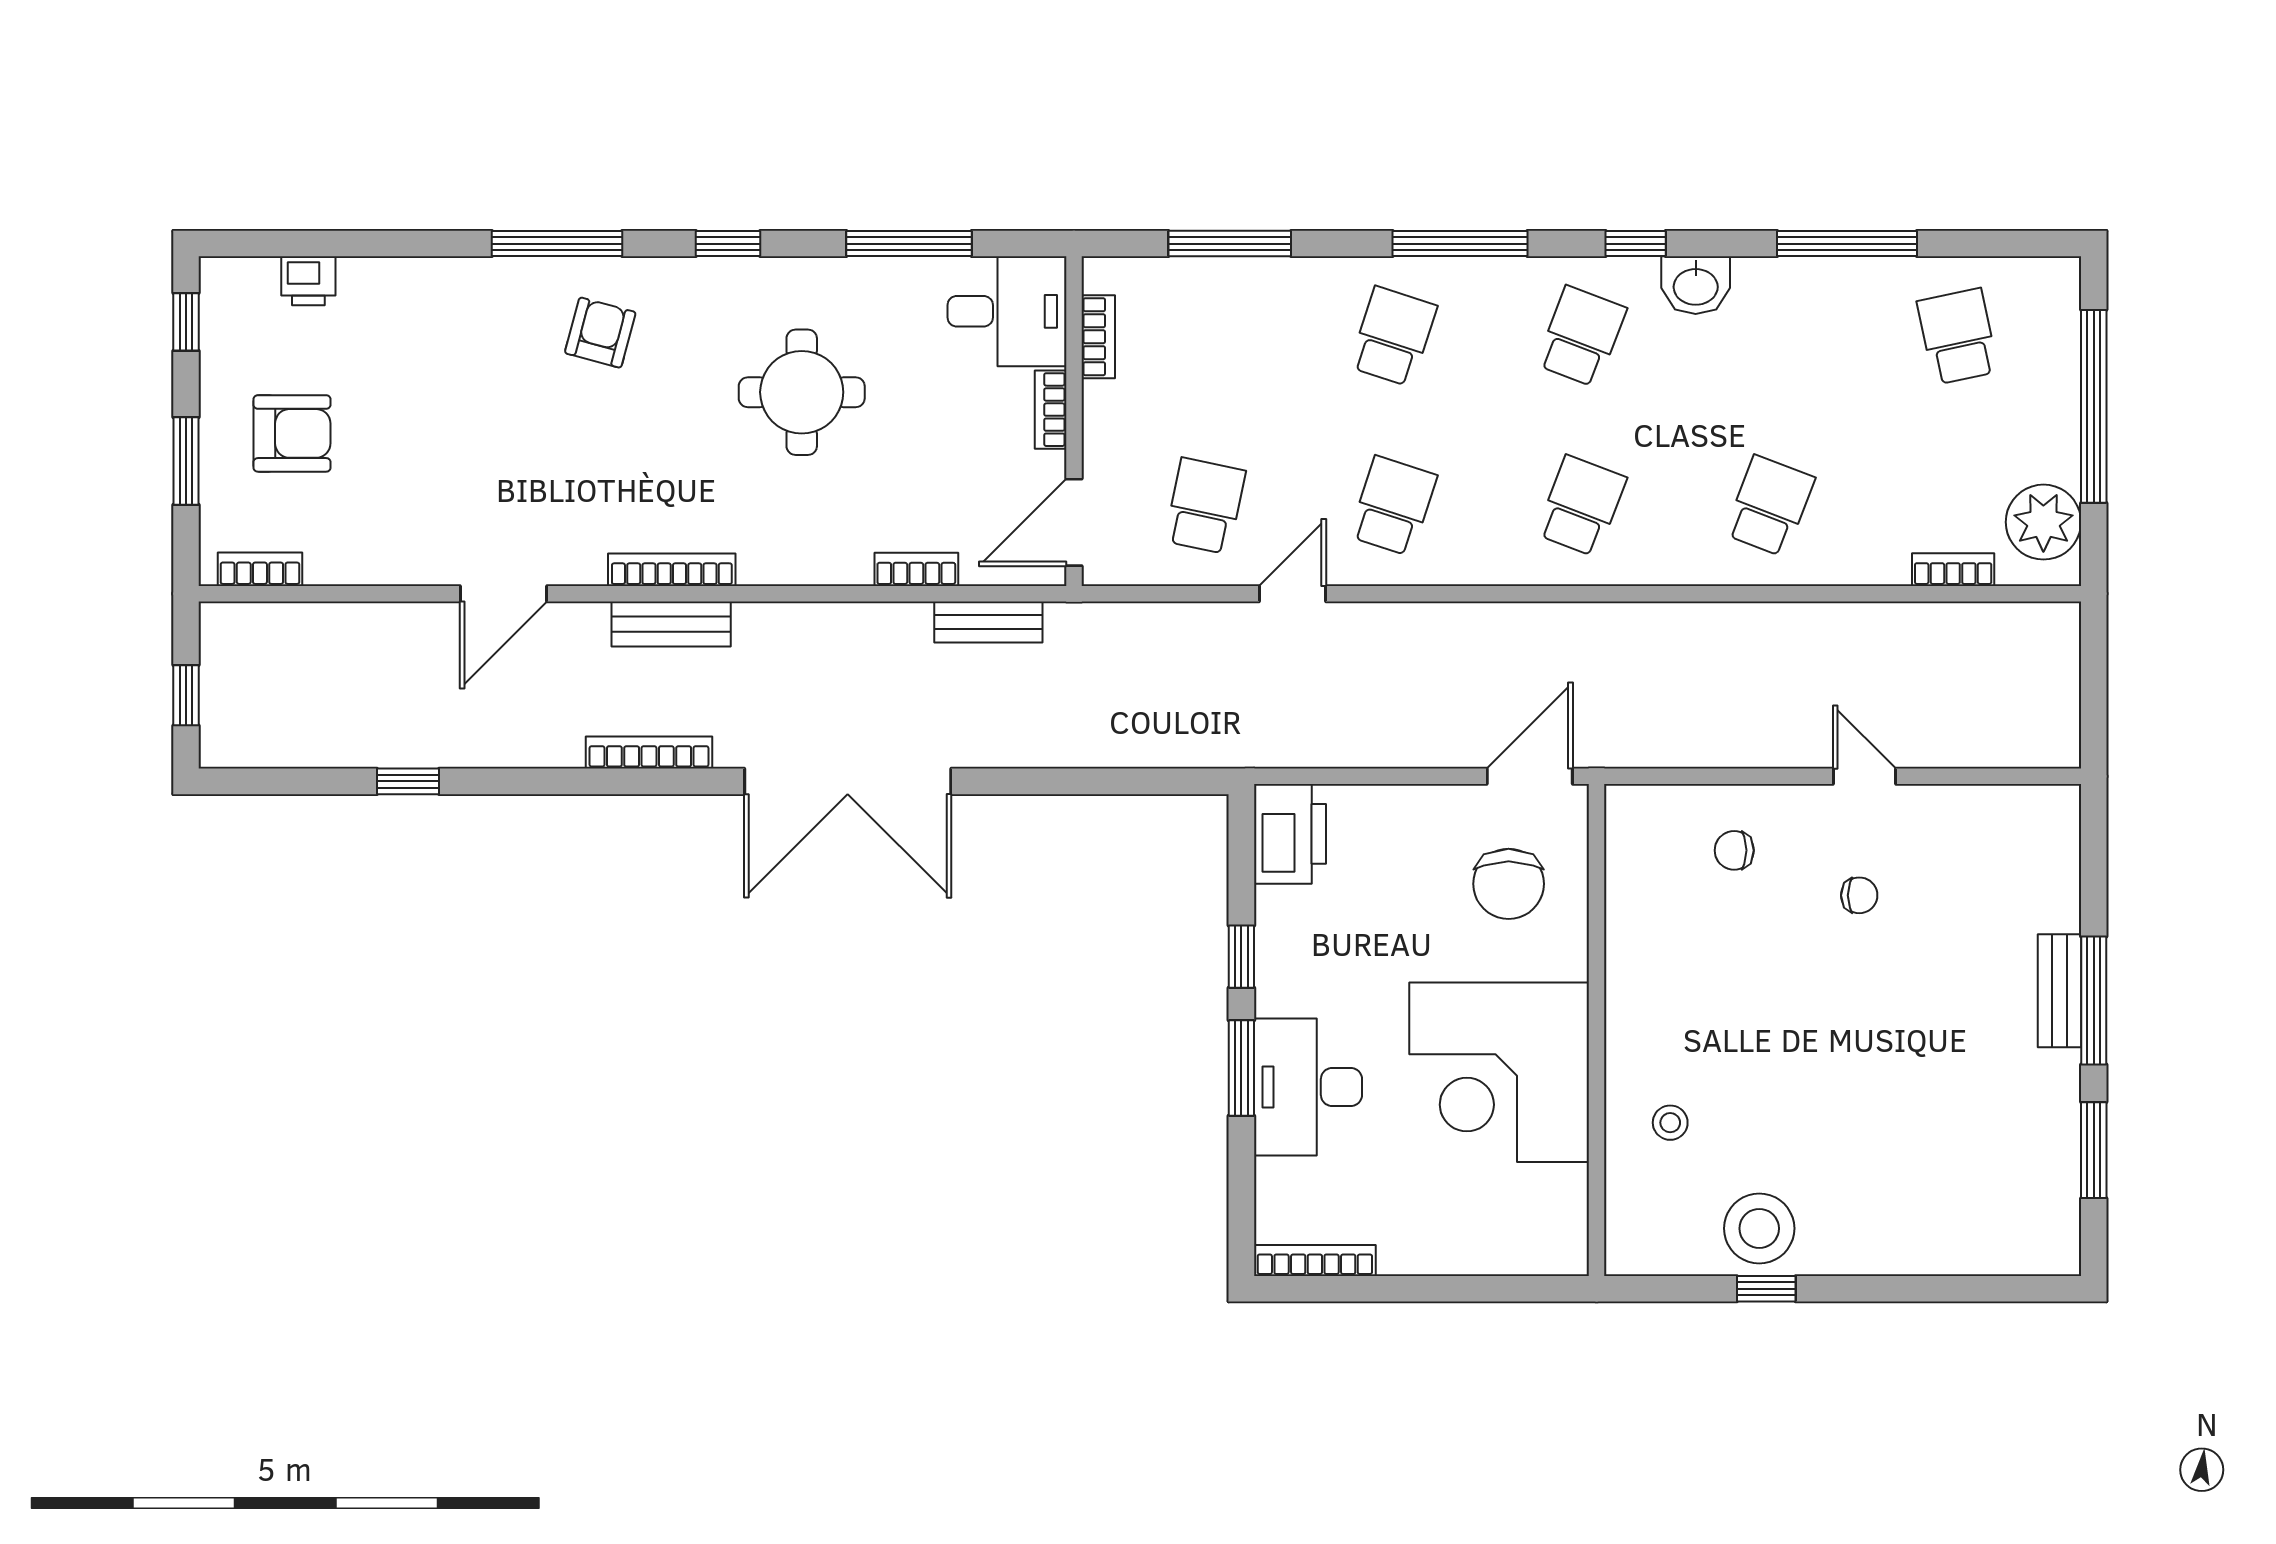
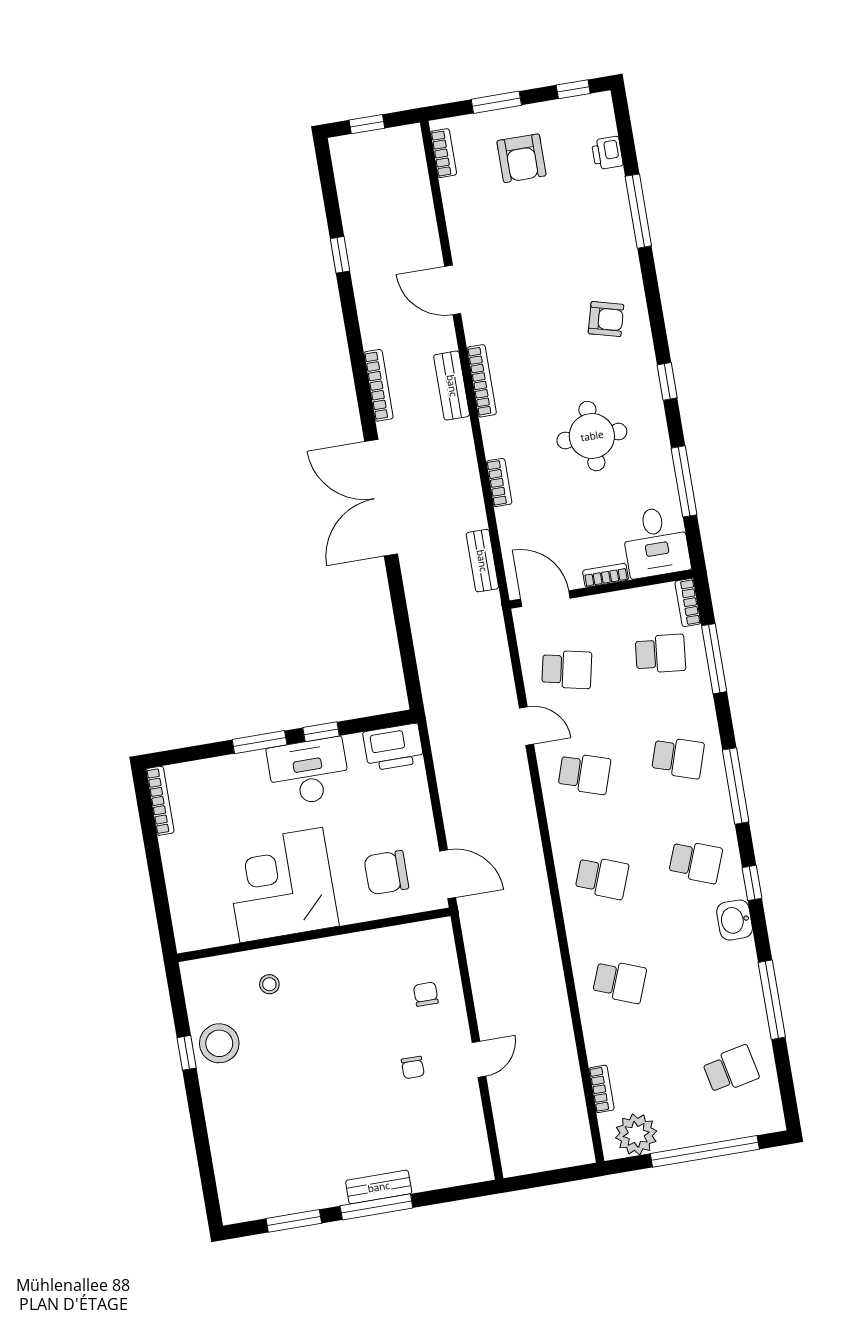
window: (557, 244) -> (638, 211), moved
school desk: (1205, 336) -> (660, 654), added
bookcase: (1098, 337) -> (688, 603), moved, turned 90
bookcase: (916, 569) -> (499, 482), moved
desk: (1308, 1087) -> (309, 772), moved

